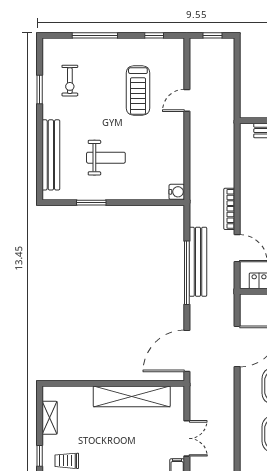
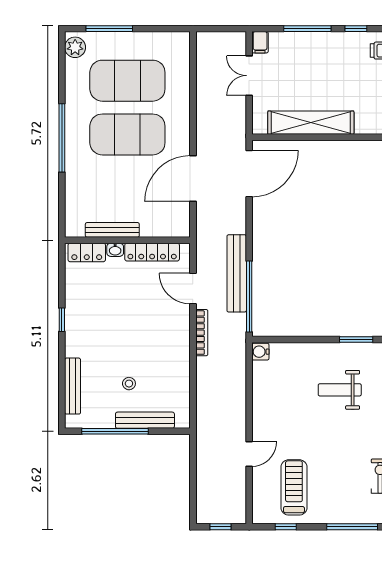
treadmill: (138, 91) -> (294, 487), moved
window: (187, 273) -> (249, 297), moved

